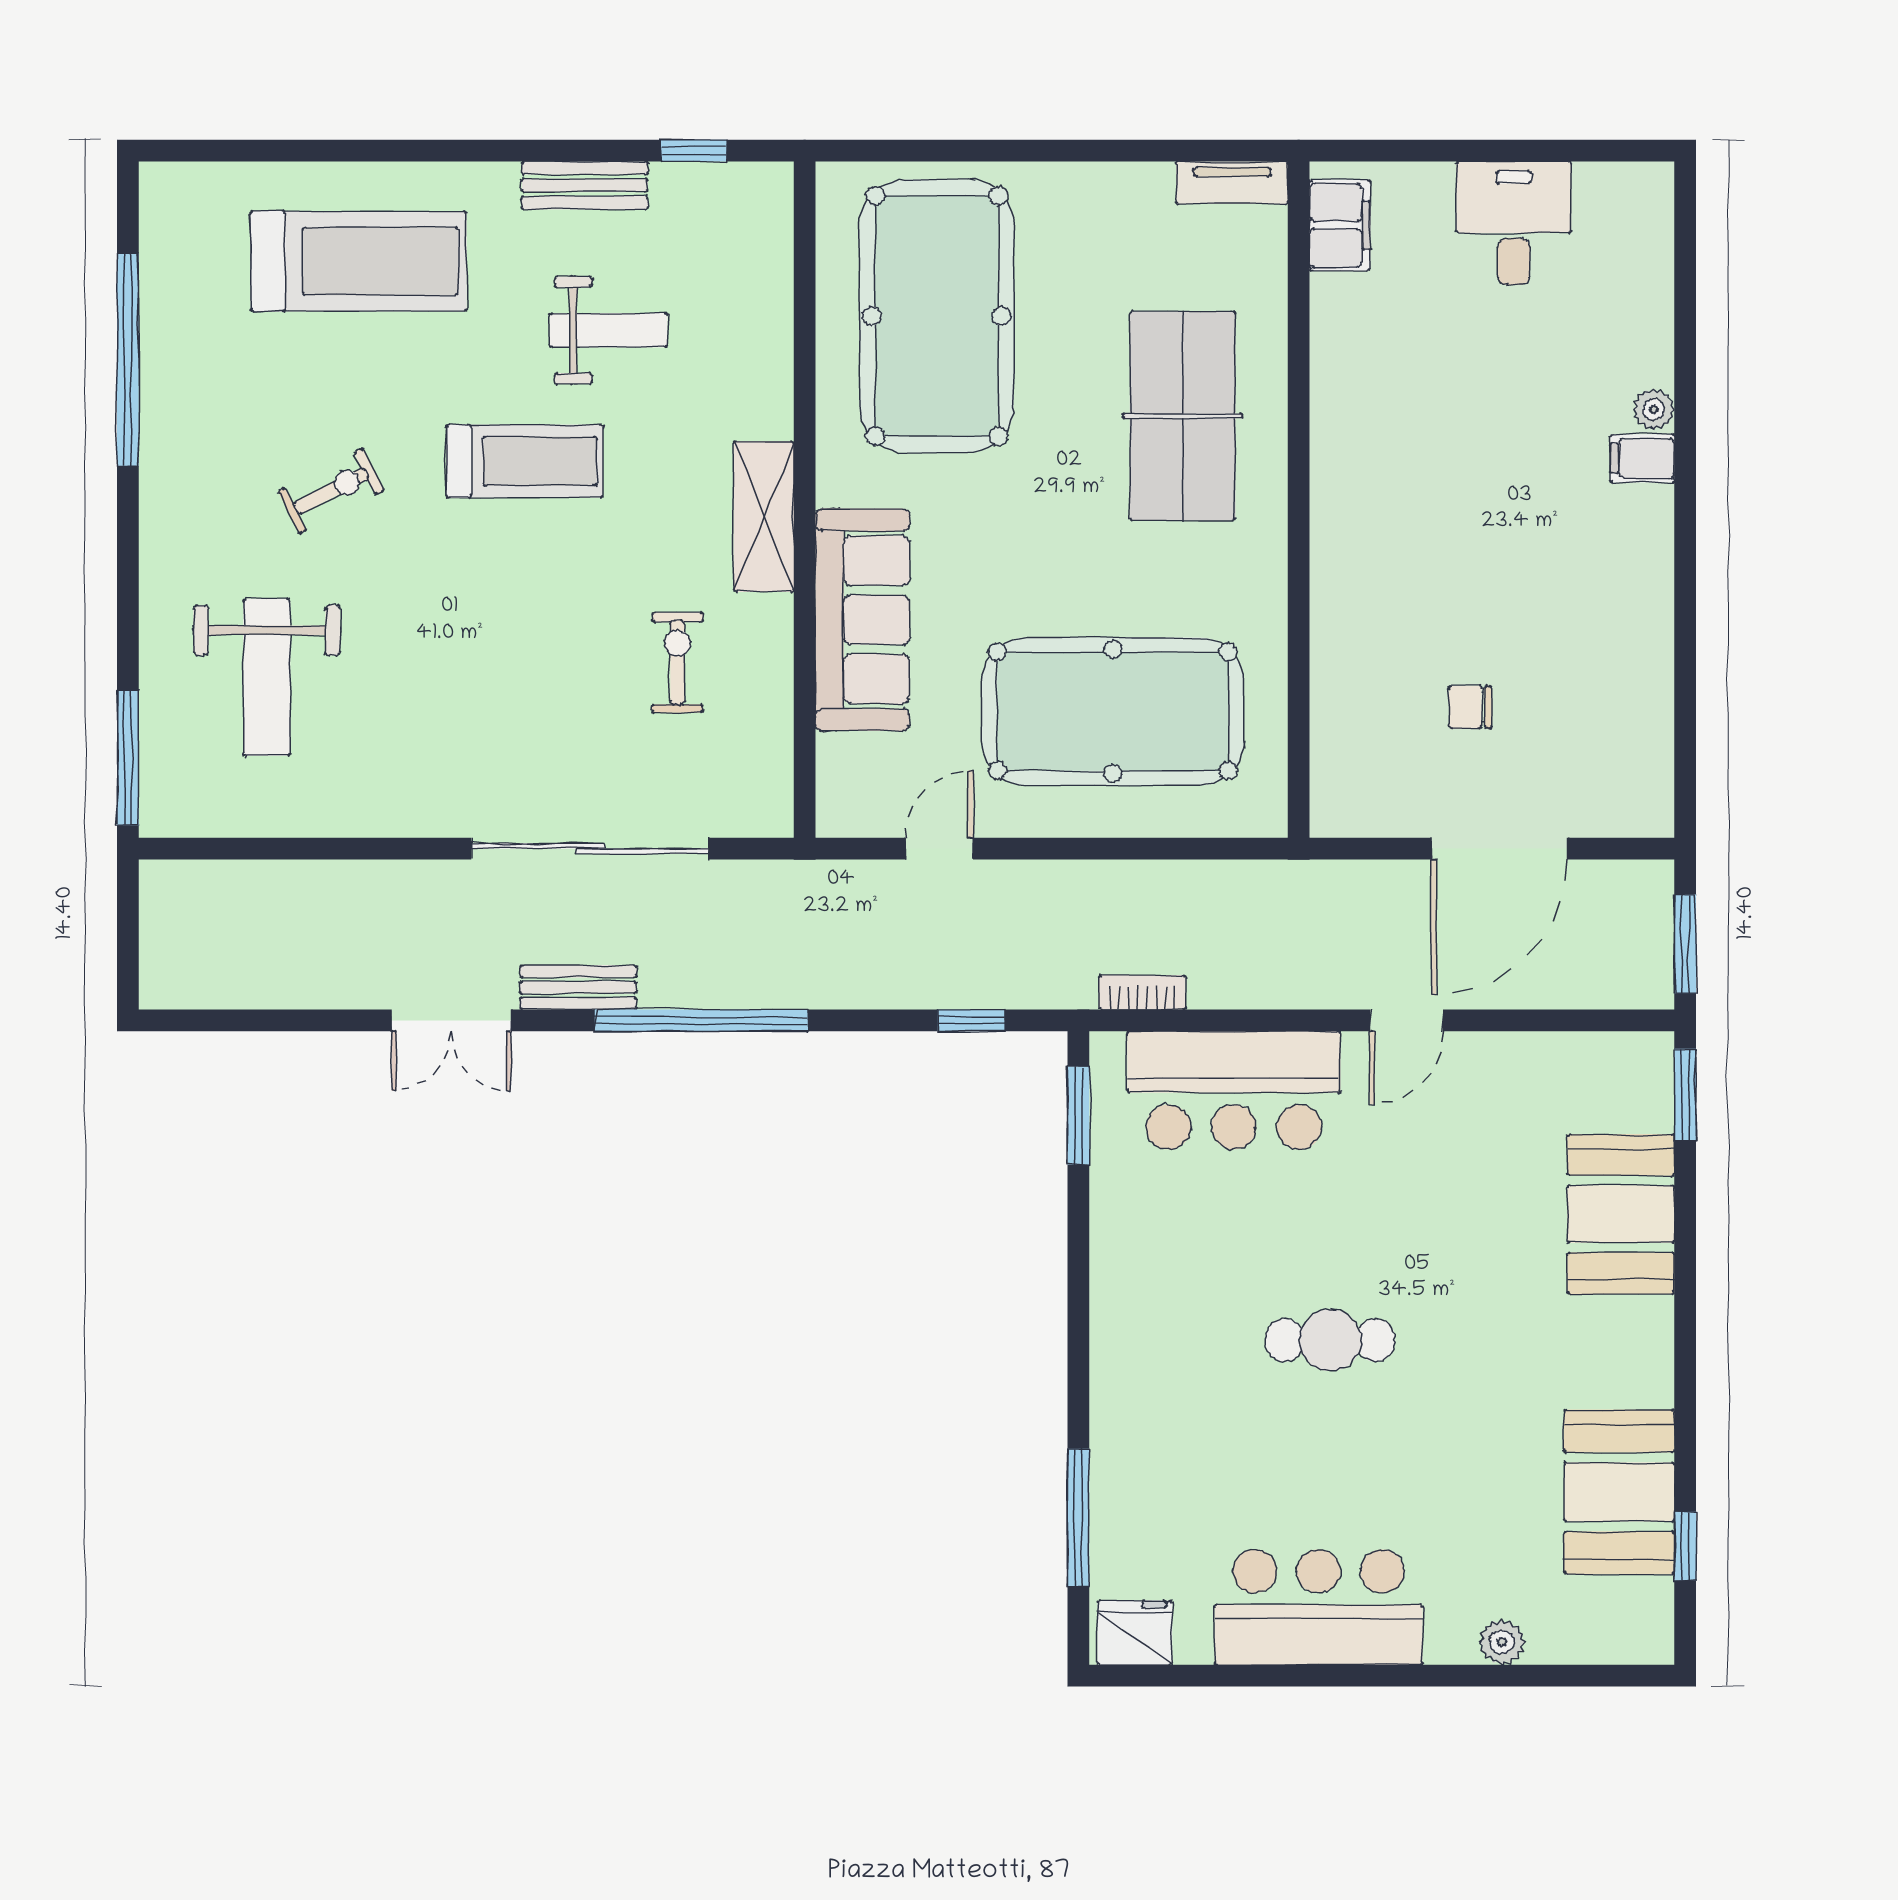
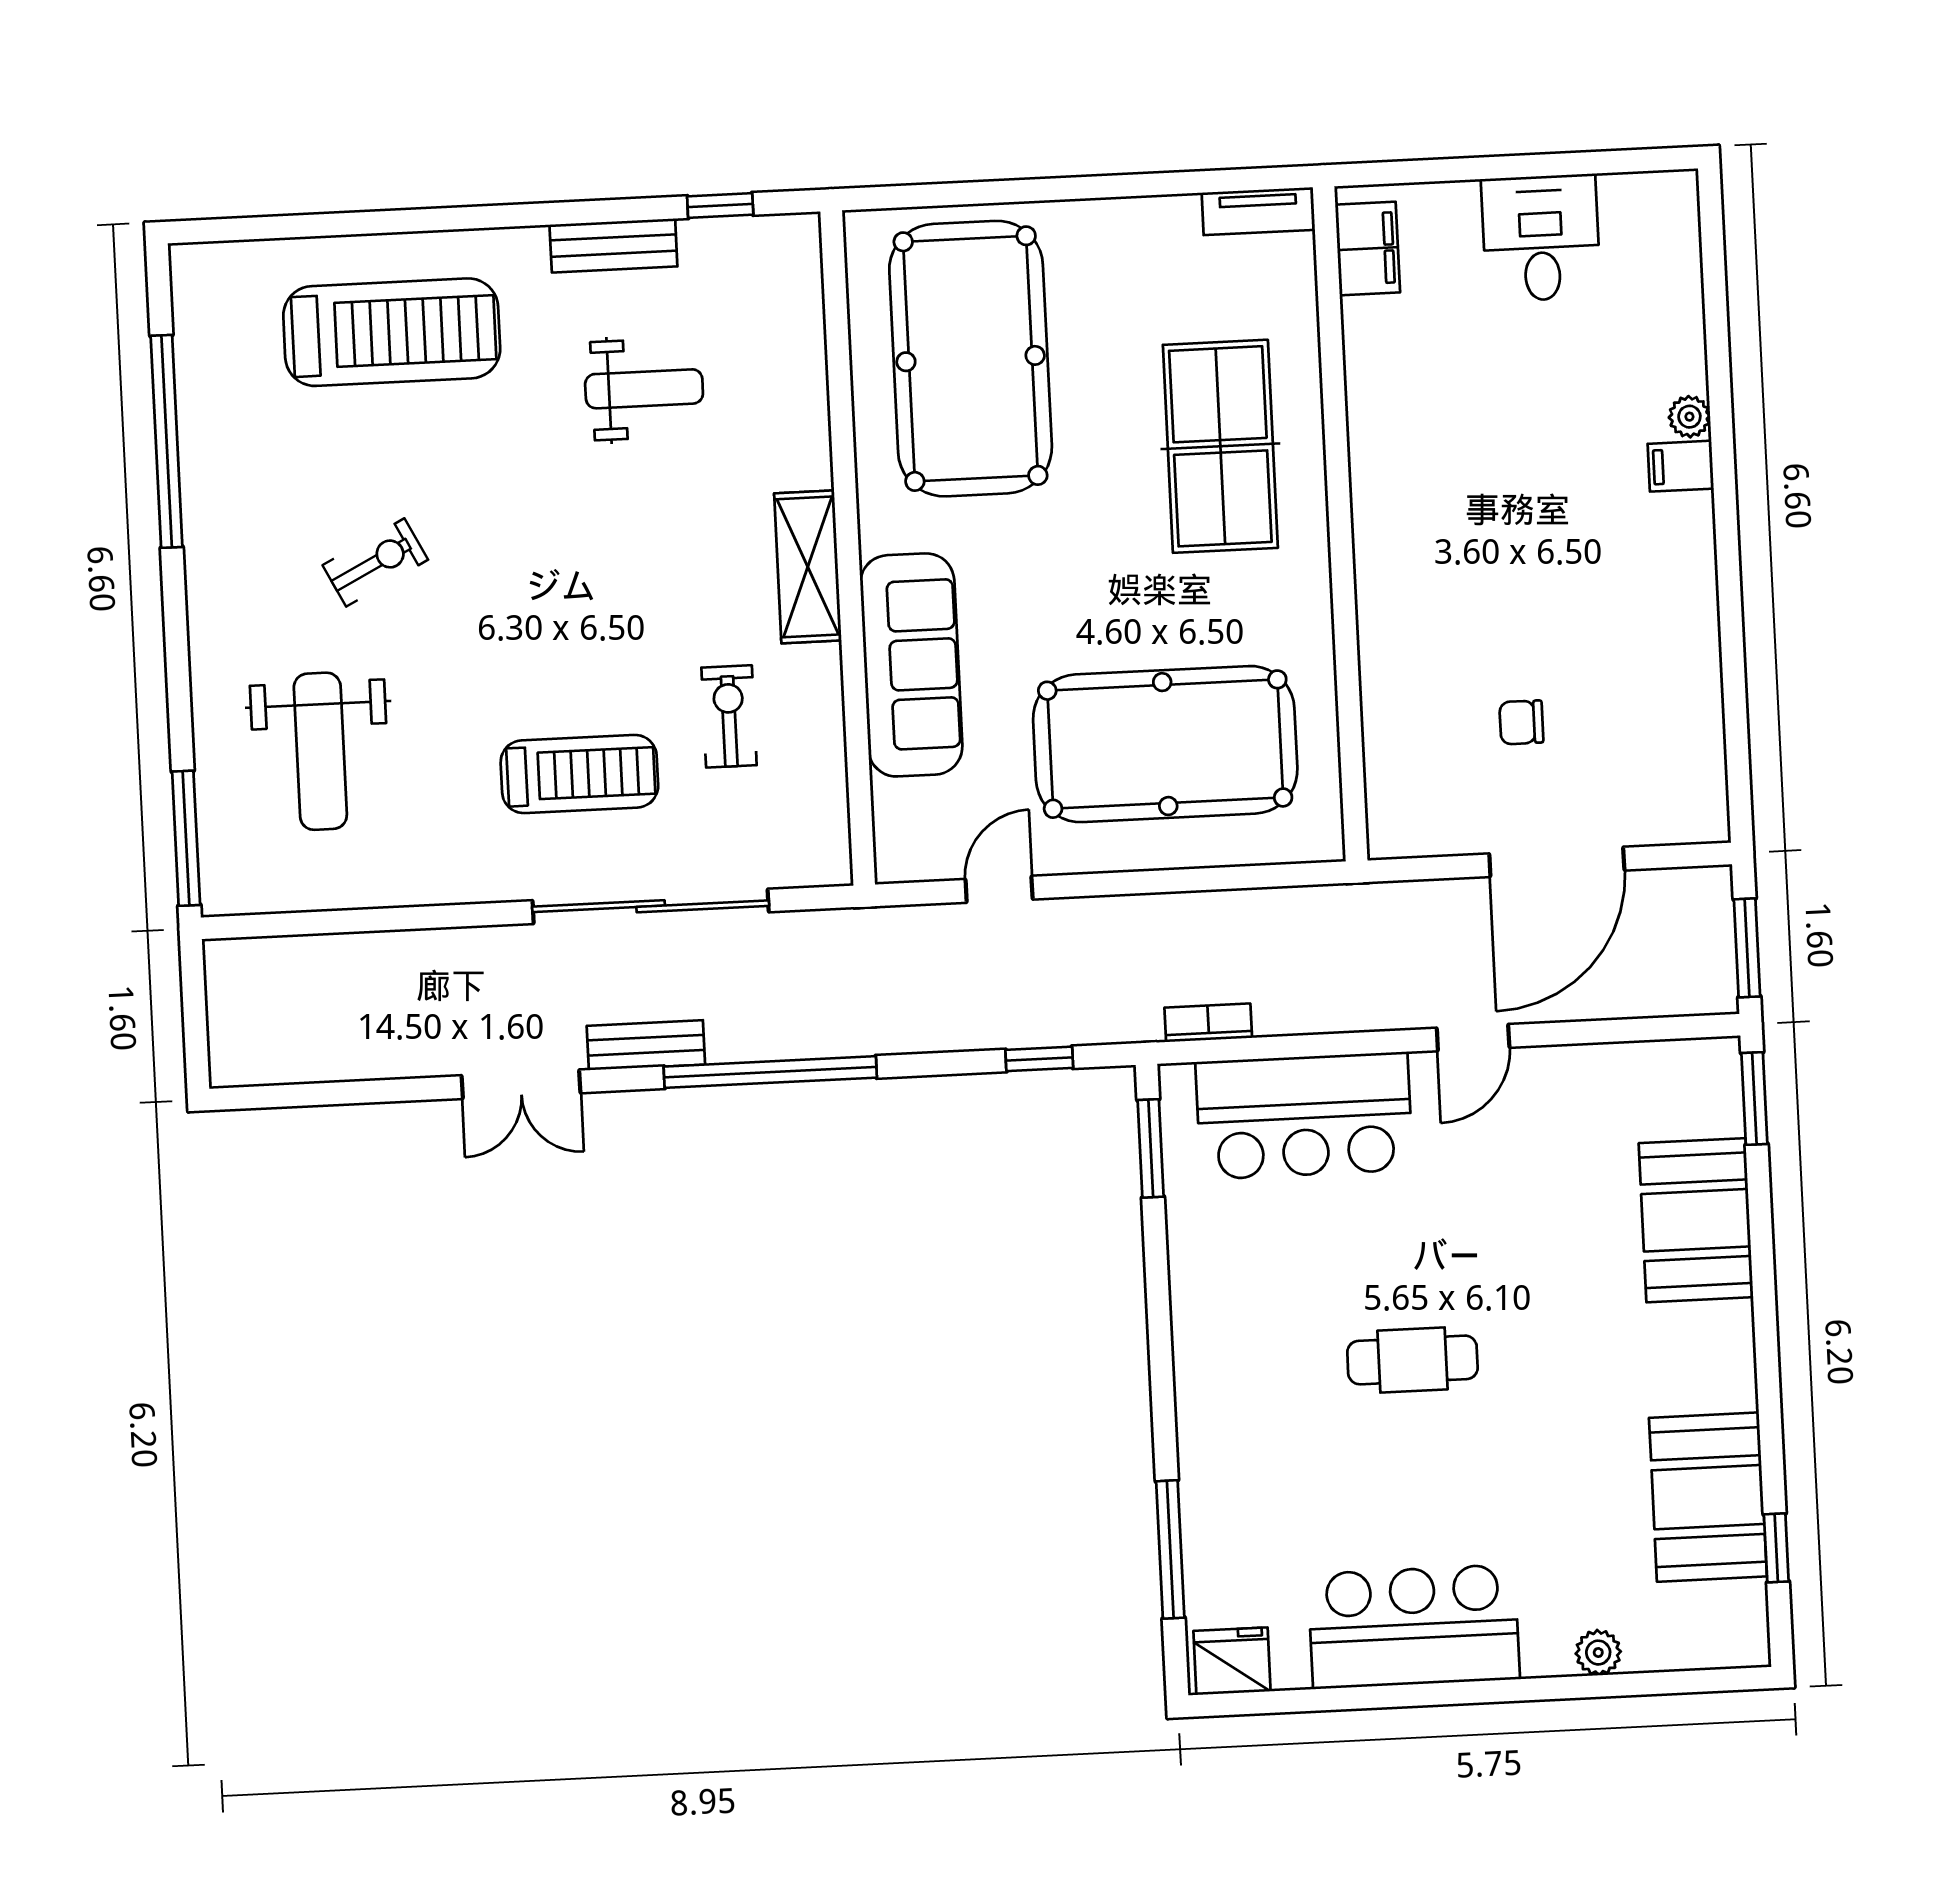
treadmill: (524, 461) -> (579, 774), moved

